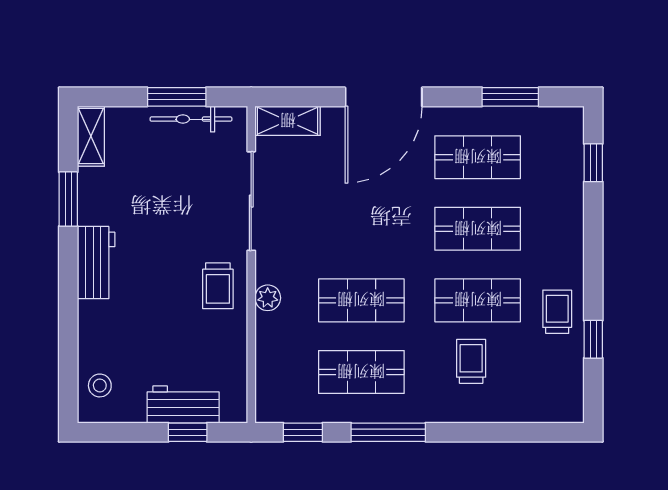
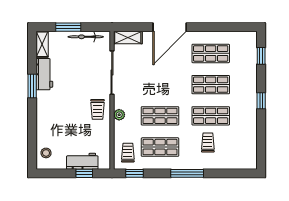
window: (177, 97) -> (68, 27), moved
window: (510, 97) -> (225, 27), removed
window: (68, 199) -> (32, 86), moved
workbench: (96, 263) -> (44, 74), moved
trolley: (557, 312) -> (128, 153), moved
window: (593, 339) -> (261, 101), moved
window: (388, 432) -> (187, 173), moved

